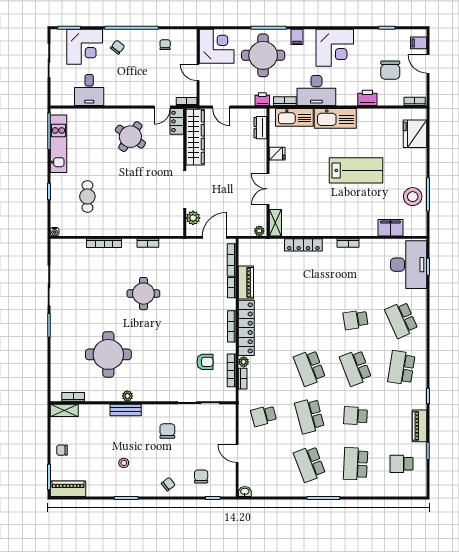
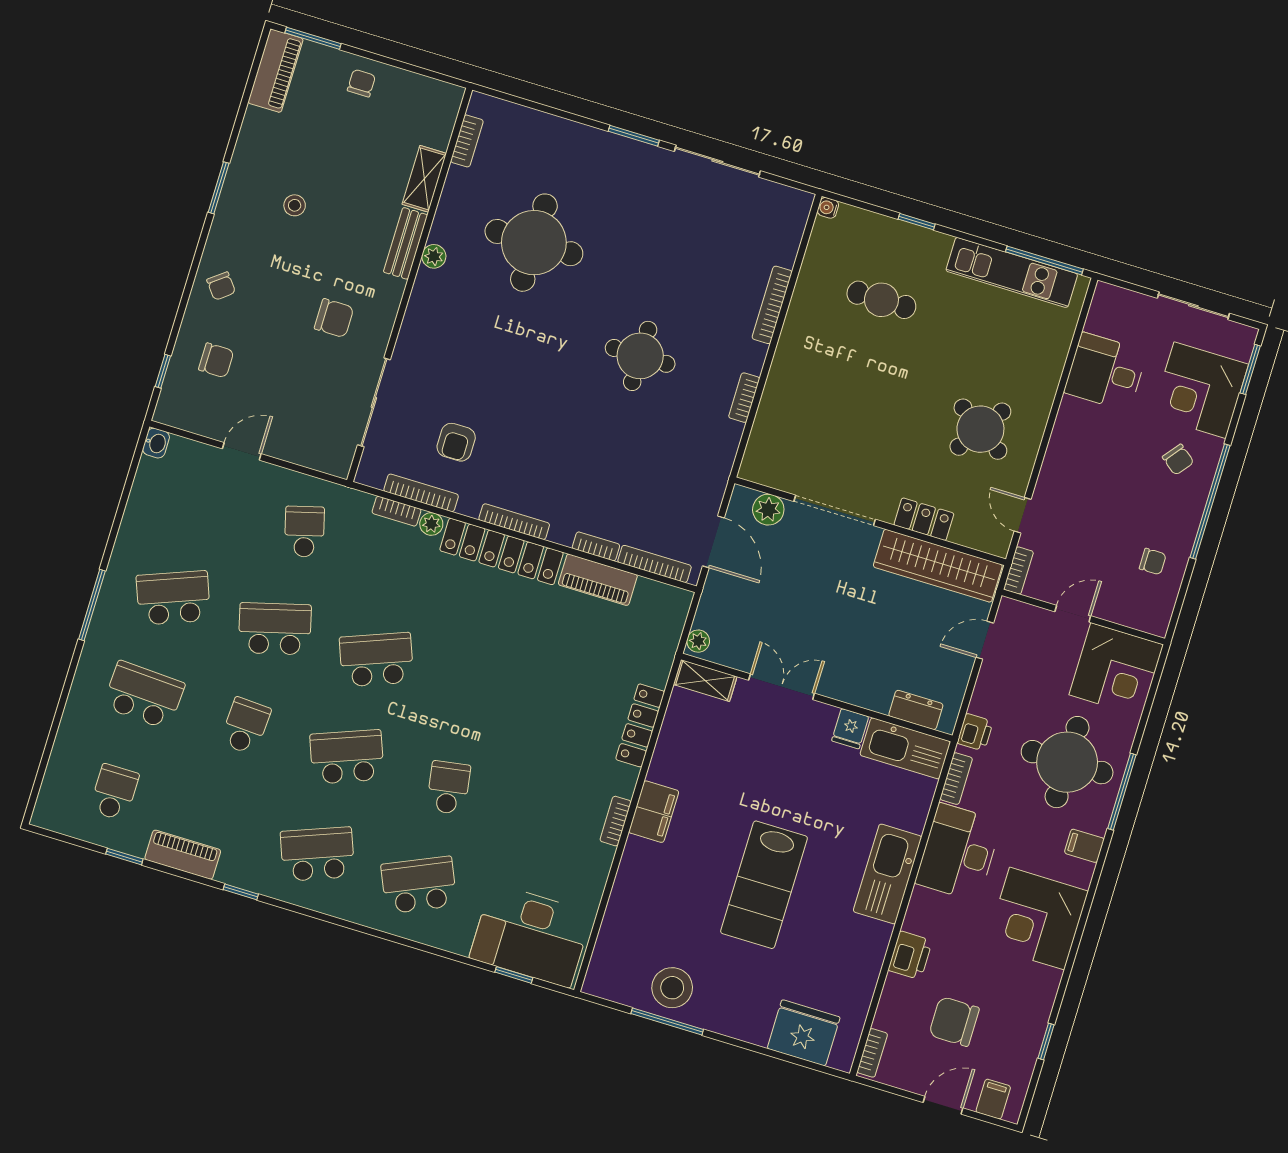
kitchen sink: (294, 117) -> (905, 748), moved, turned -90
locker: (177, 121) -> (924, 519), moved
filing cabinet: (390, 228) -> (654, 812), moved
school desk: (401, 368) -> (317, 854), turned -30
shelving: (64, 410) -> (424, 179), moved

